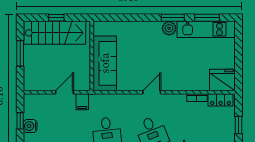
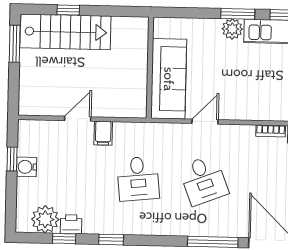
window: (20, 53) -> (15, 44), moved
wall: (92, 56) -> (150, 68), moved
sofa: (105, 63) -> (169, 79), moved

